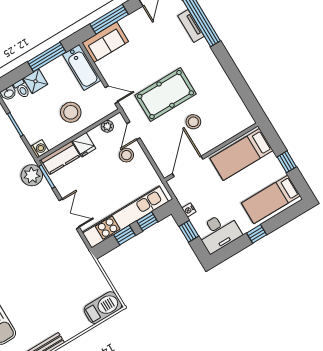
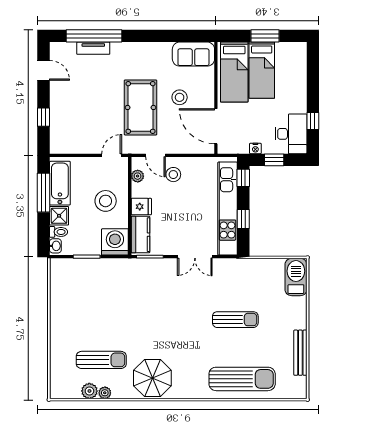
window: (109, 19) -> (44, 117), width x0.46
sofa: (105, 42) -> (193, 54), moved, turned 90
bathtub: (82, 67) -> (60, 183), moved, turned -90
washing machine: (40, 149) -> (115, 242), width x1.89, depth x1.89
window: (287, 162) -> (265, 36), width x1.50
plant: (32, 175) -> (141, 269), removed
bed: (271, 199) -> (262, 70), moved
double door: (69, 214) -> (195, 257), swing flipped
window: (147, 221) -> (243, 178), moved
window: (257, 234) -> (313, 121), moved
sun lounger: (37, 279) -> (235, 320), added

